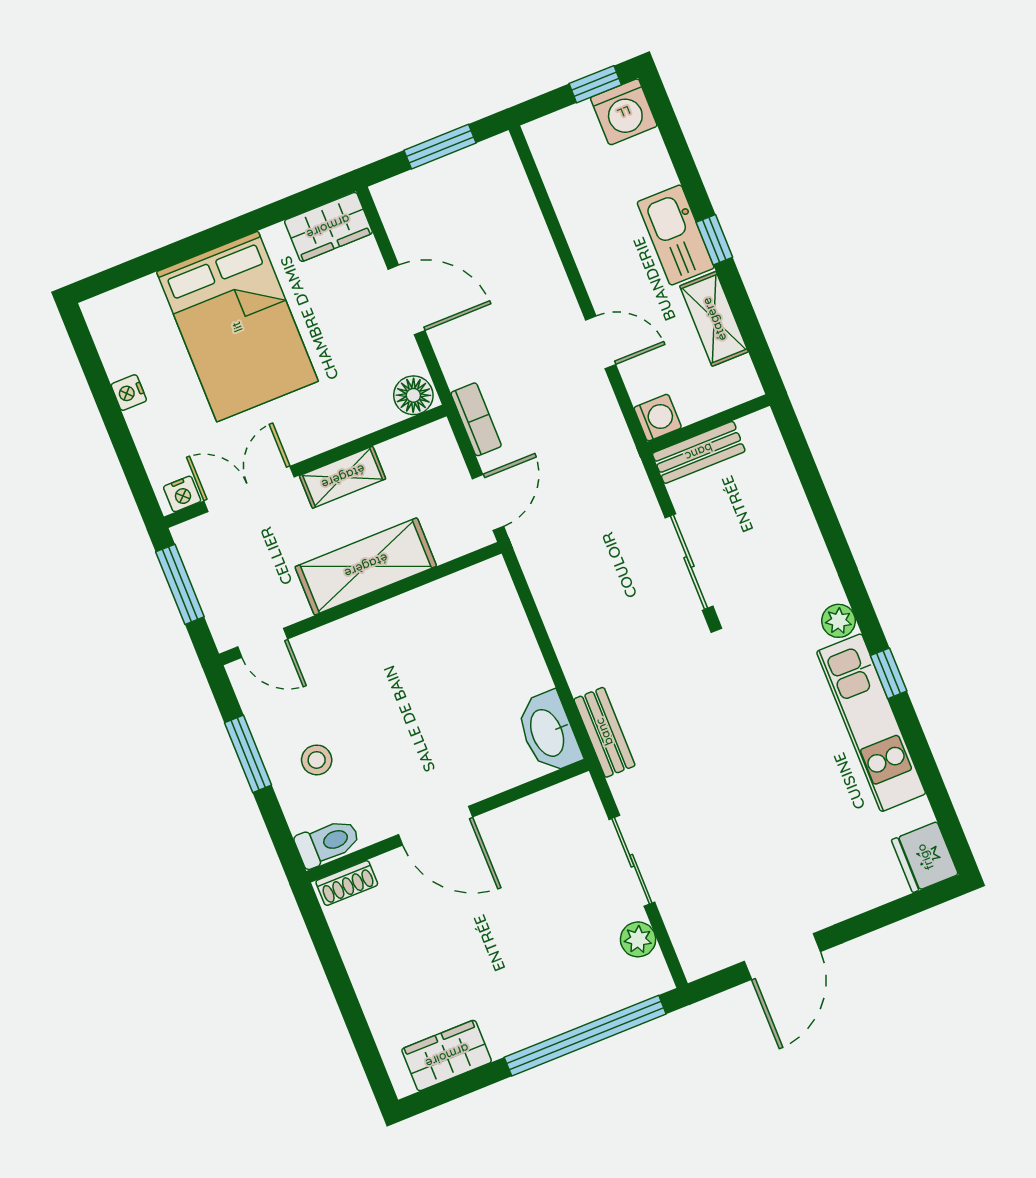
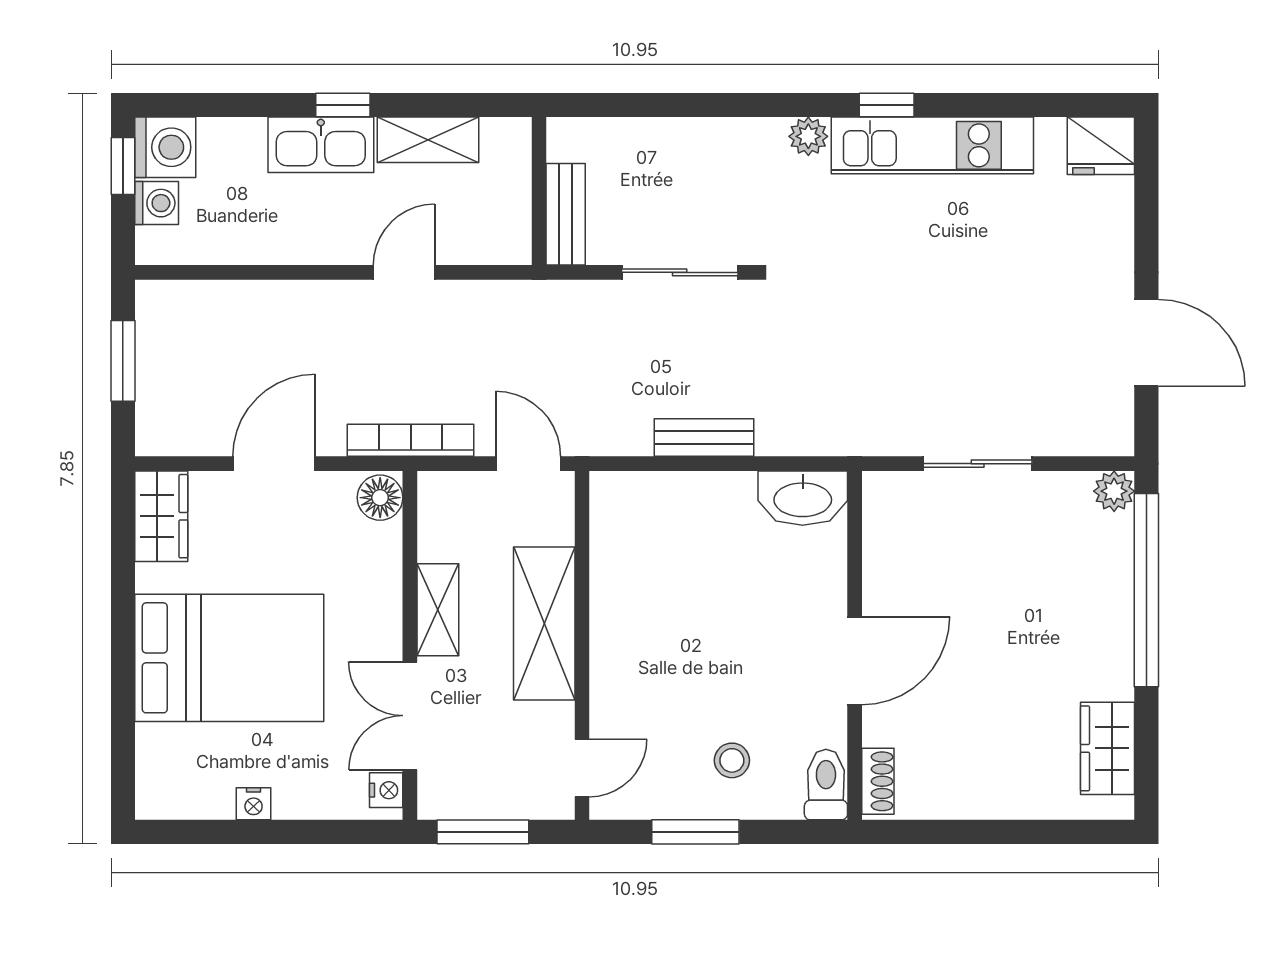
washing machine: (658, 418) -> (157, 203), moved, turned 90
bookcase: (476, 419) -> (411, 440), width x1.56
bench: (604, 732) -> (704, 438), moved
plant: (638, 939) -> (1114, 491), moved

